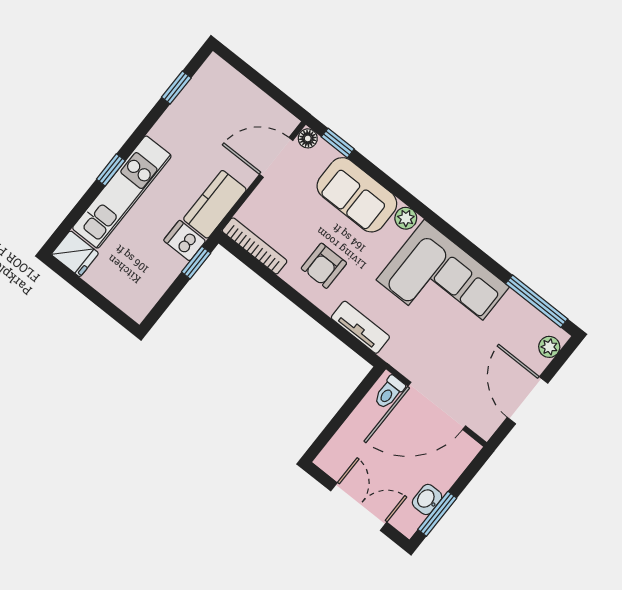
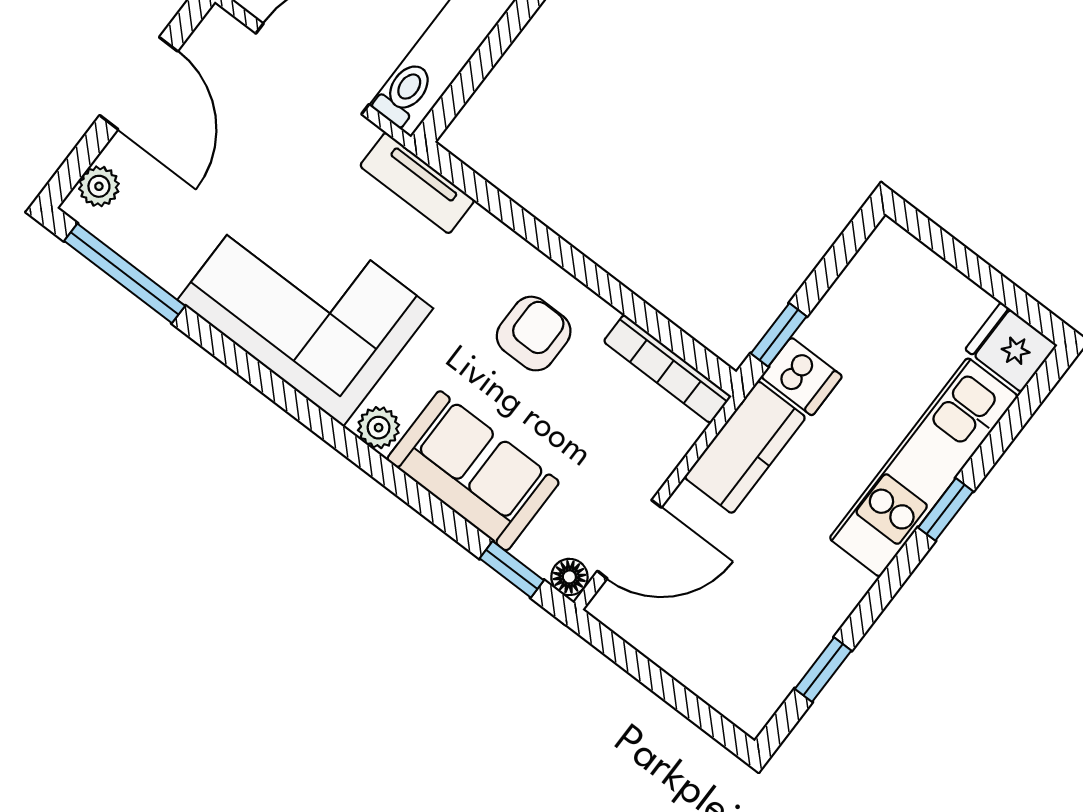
tv unit: (360, 327) -> (417, 183), moved

